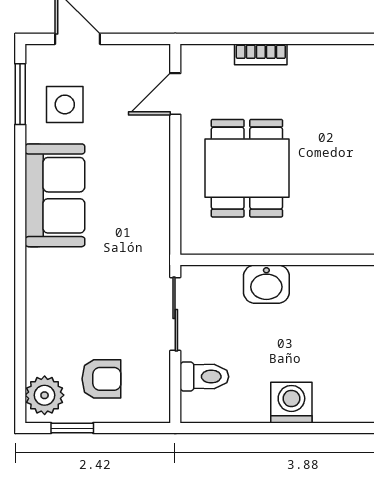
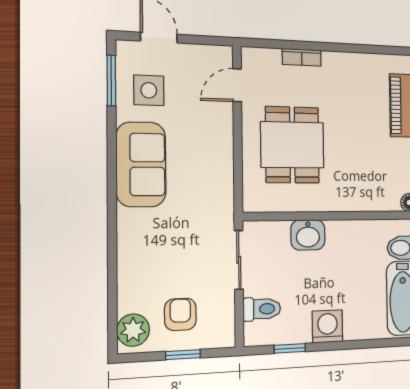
armchair: (101, 379) -> (180, 314), turned -90
window: (72, 428) -> (183, 355), moved
window: (241, 428) -> (290, 348), added

